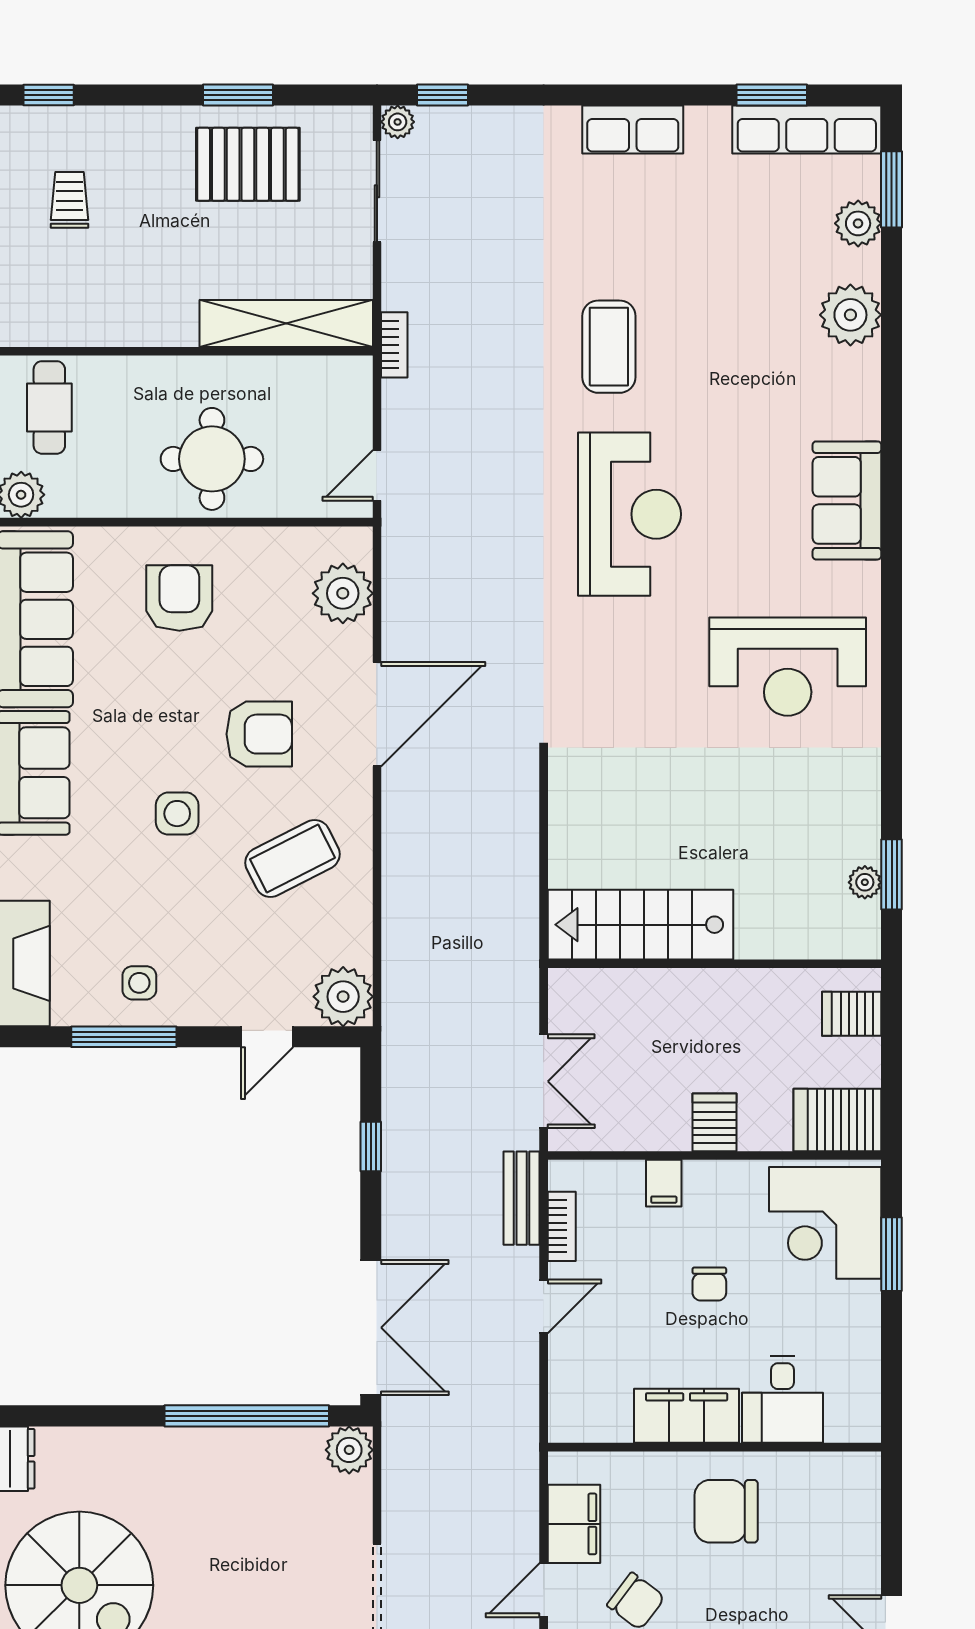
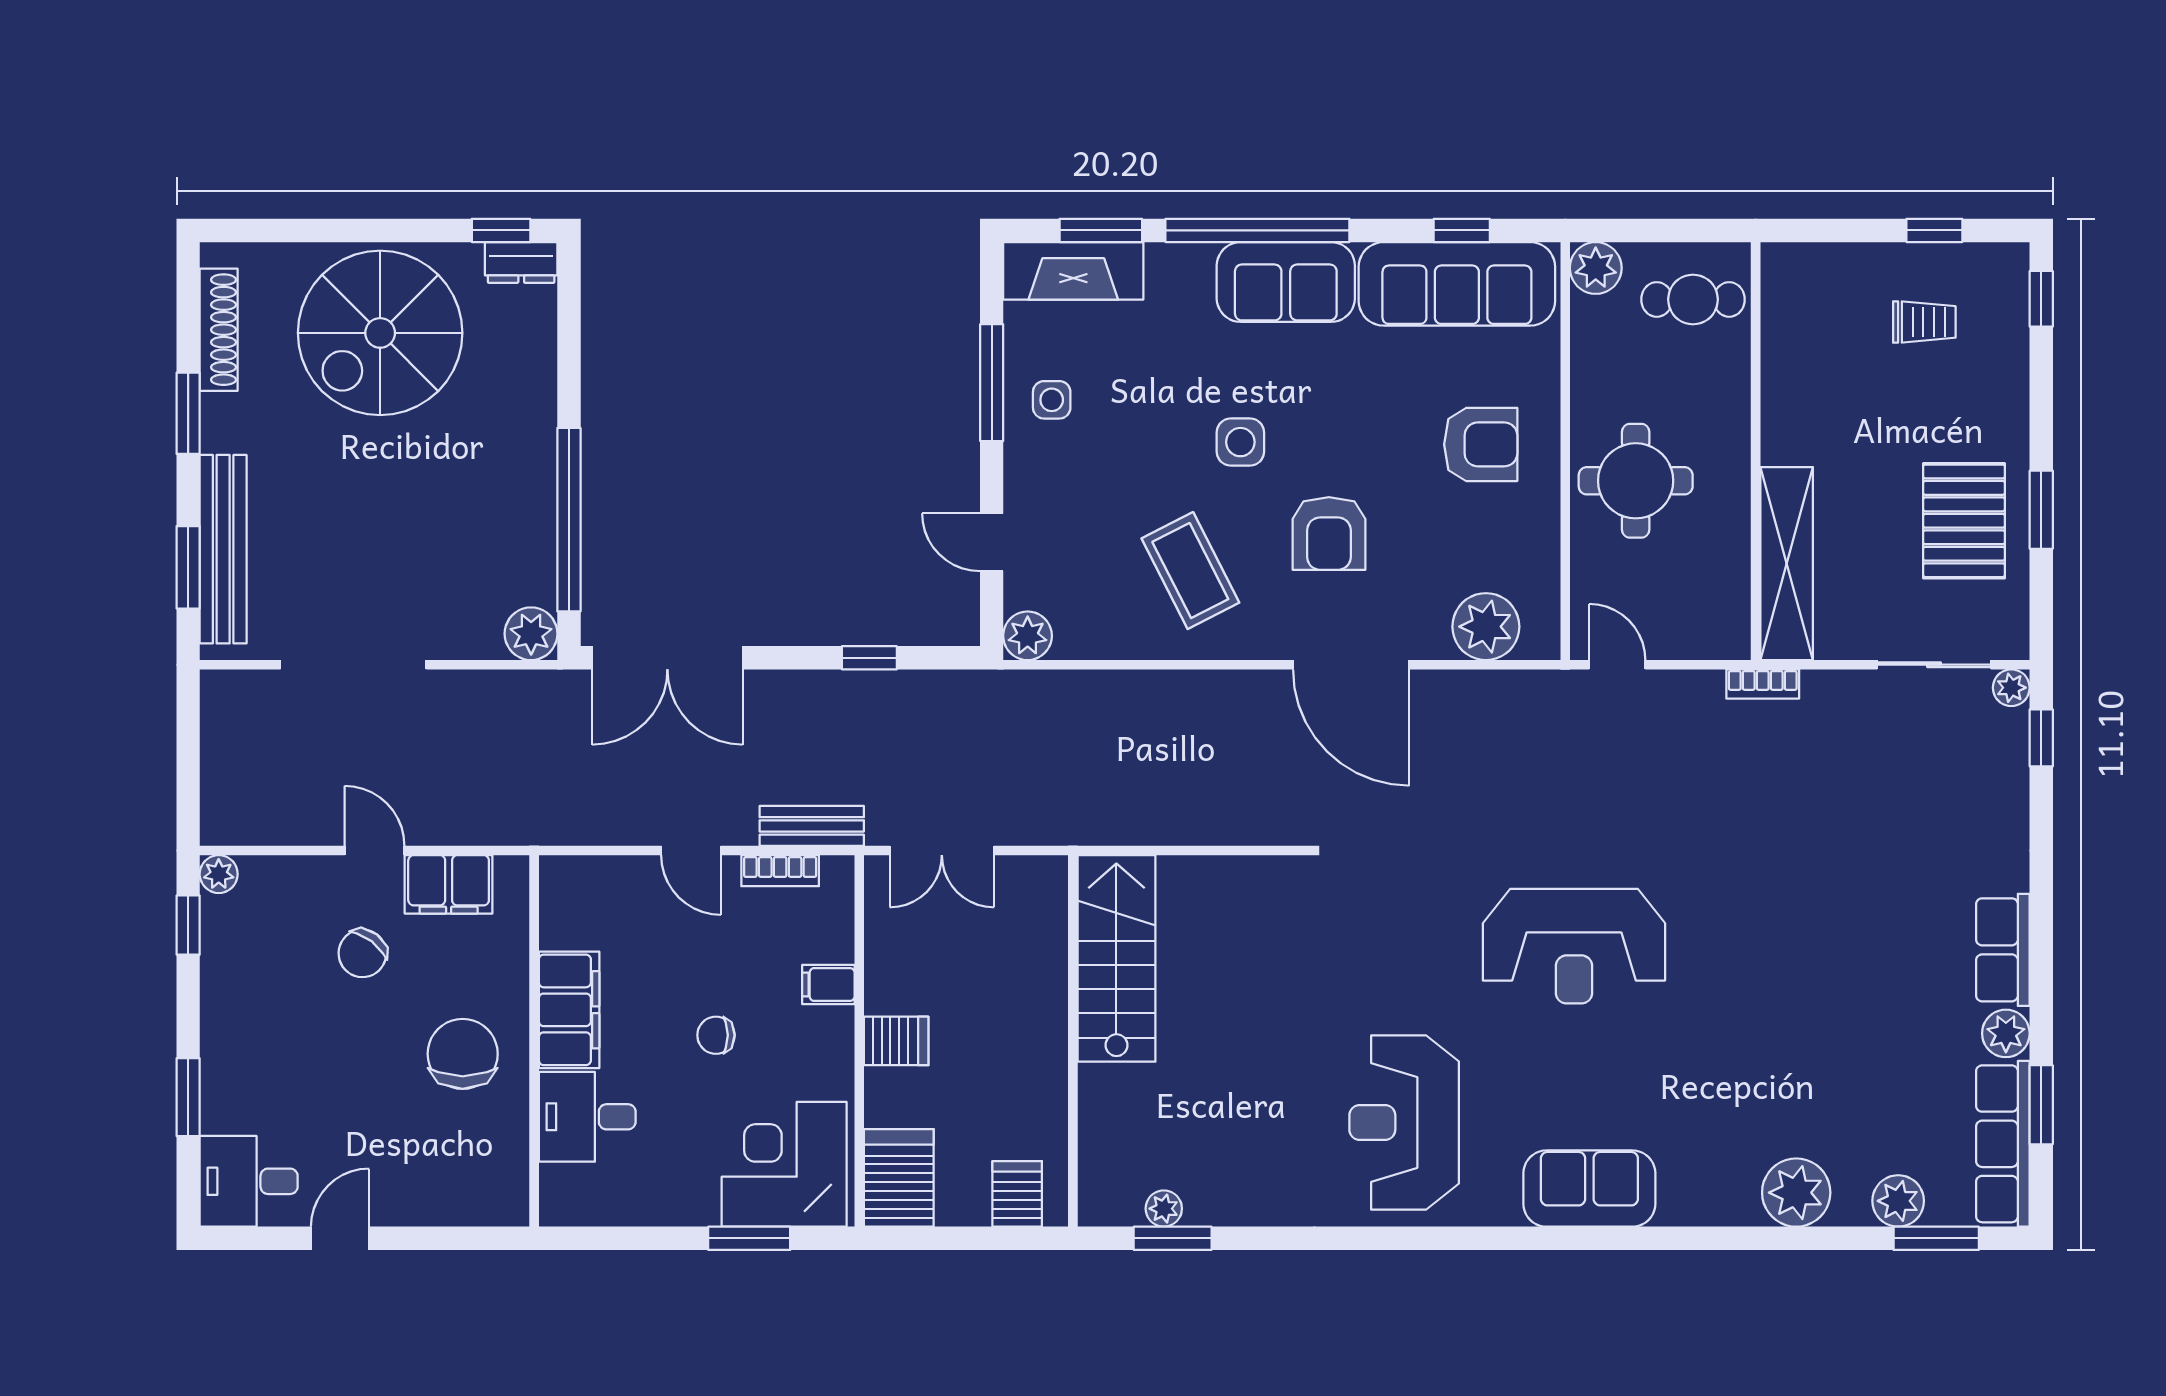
plant: (708, 127) -> (2006, 1033), added
coffee table: (609, 347) -> (1761, 923), removed
plant: (343, 997) -> (1028, 636), width x0.73, depth x0.73

